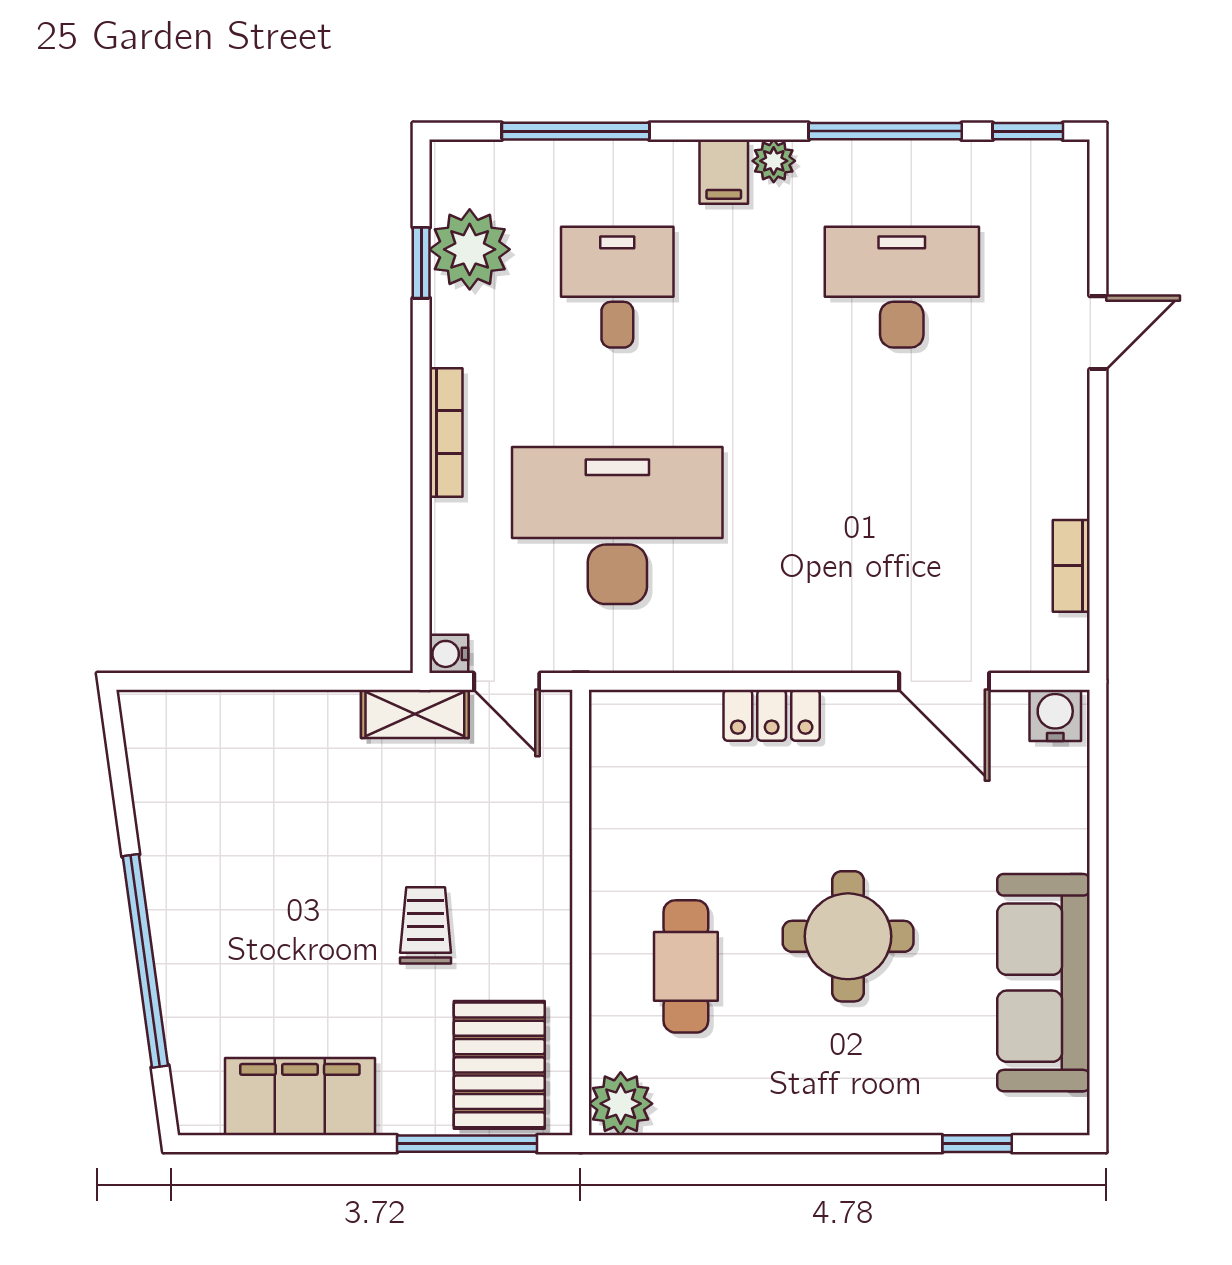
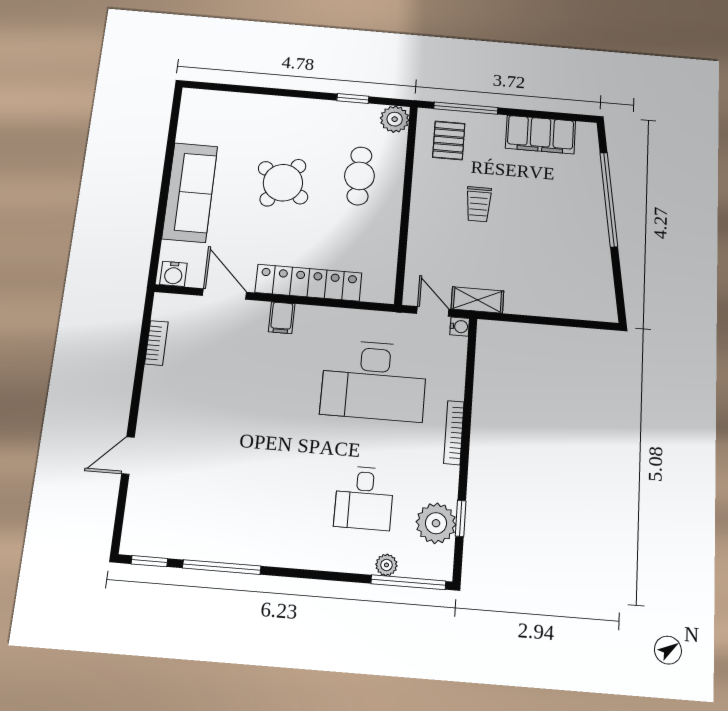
window: (576, 131) -> (408, 582), moved
plant: (774, 161) -> (386, 565), moved
filing cabinet: (724, 172) -> (282, 318), moved, turned 180
desk: (902, 287) -> (223, 486), removed
locker: (772, 715) -> (309, 283), width x2.16, depth x1.21
round table: (848, 936) -> (283, 183), turned 36
sofa: (1043, 983) -> (190, 192), moved
pallet: (499, 1065) -> (449, 140), width x0.67, depth x0.71
window: (977, 1144) -> (353, 99), moved

